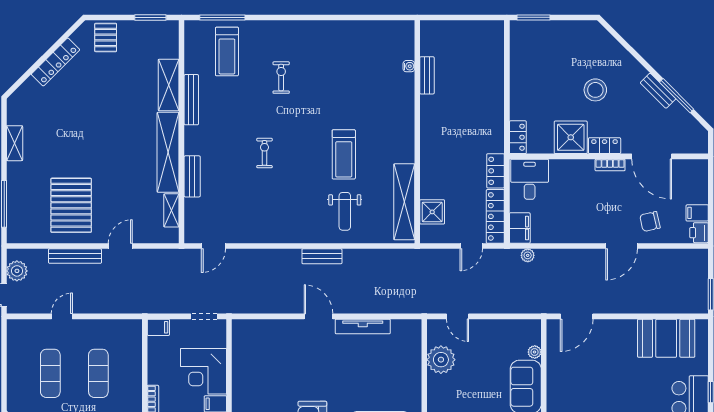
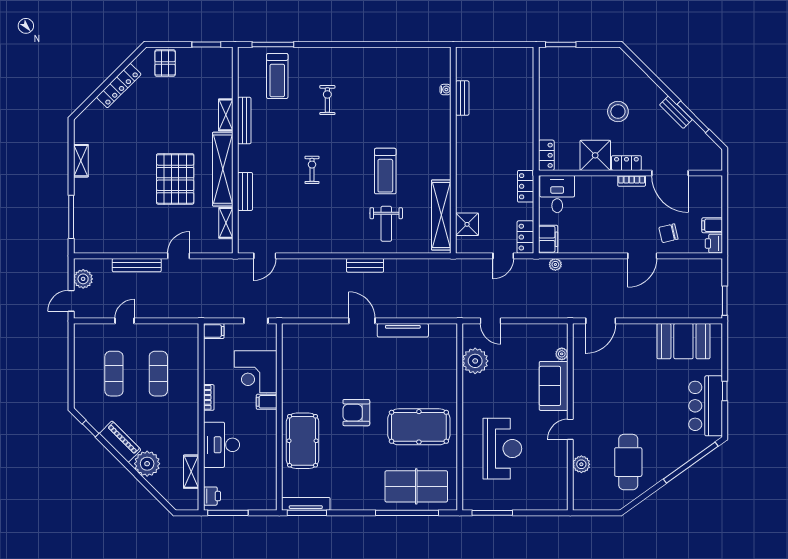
shelving: (169, 85) -> (226, 115), width x0.67, depth x0.75
pallet: (71, 205) -> (175, 179), moved
locker: (495, 216) -> (525, 237), width x0.66

